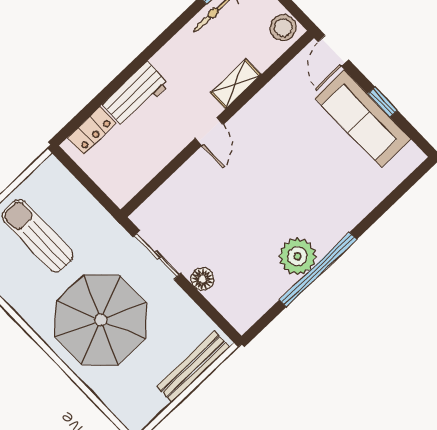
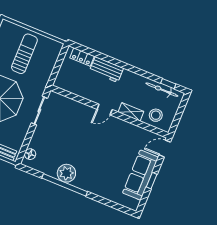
stool: (283, 28) -> (156, 115), moved
floor lamp: (202, 279) -> (30, 154), moved

